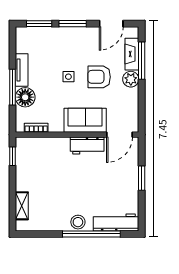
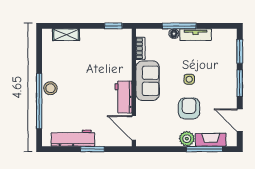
floor lamp: (25, 97) -> (174, 34), width x0.53, depth x0.53
sofa: (85, 120) -> (148, 81), moved
workbench: (116, 223) -> (73, 138), moved, turned -90

